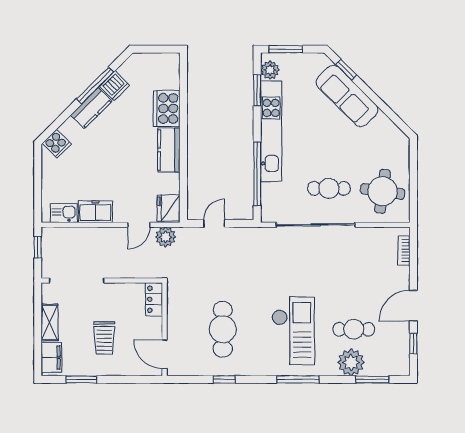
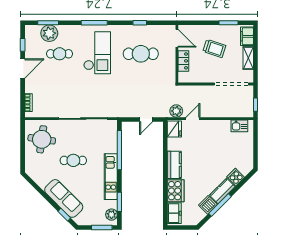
kitchen unit: (271, 131) -> (111, 177), width x0.73
cooker: (57, 144) -> (236, 177), moved
cafe table: (329, 188) -> (73, 160), moved
freezer: (95, 212) -> (174, 213), moved, turned -90
locker: (154, 299) -> (183, 61), moved
cafe table: (223, 329) -> (141, 54), turned 90
checkout: (293, 331) -> (97, 53), turned 180
trolley: (104, 338) -> (214, 48), turned 108
plant: (351, 362) -> (49, 33), moved

